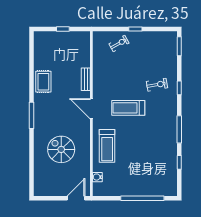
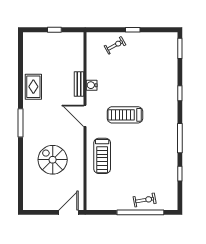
exercise bike: (157, 85) -> (145, 200), moved
water cooler: (97, 177) -> (92, 85), moved

